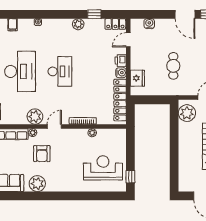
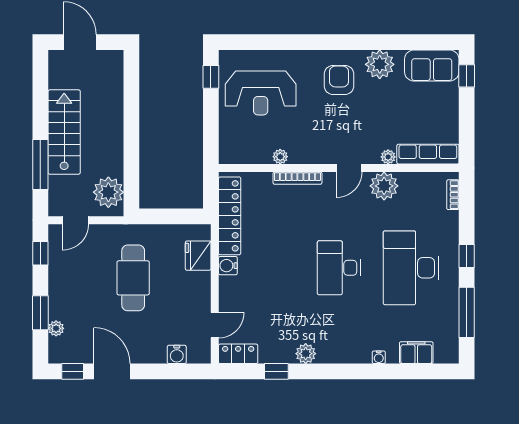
filing cabinet: (13, 25) -> (416, 353), width x2.00
printer: (121, 61) -> (229, 287), removed
cafe table: (173, 66) -> (133, 278), width x1.37, depth x1.35
armchair: (42, 154) -> (339, 80), moved

